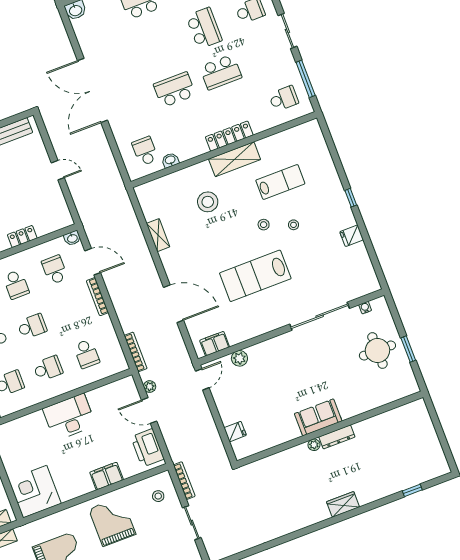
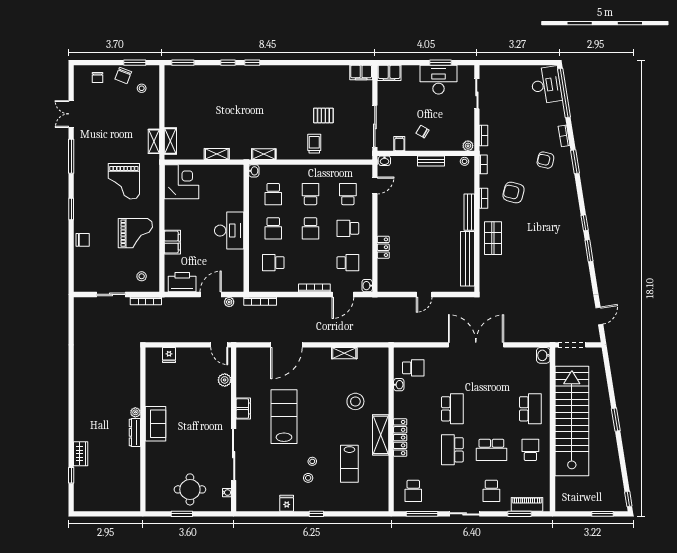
stool: (264, 225) -> (308, 478), moved
filing cabinet: (215, 344) -> (243, 409), moved
wardrobe: (343, 504) -> (81, 454), moved

